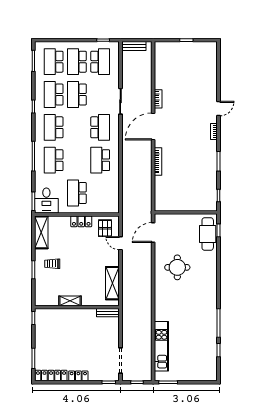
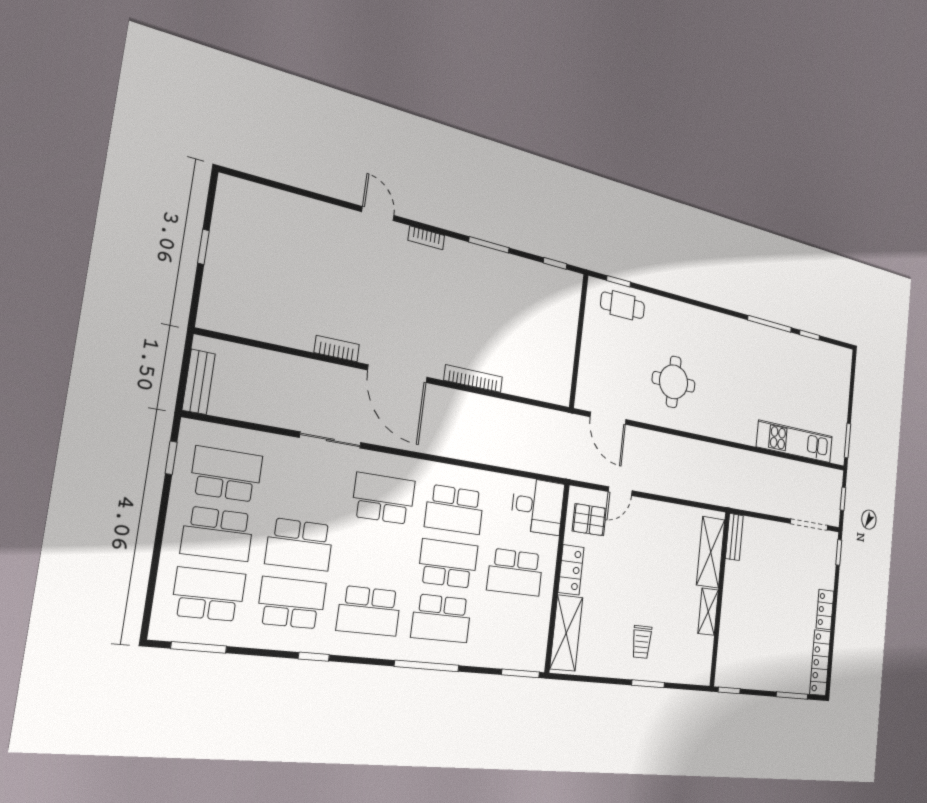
school desk: (54, 62) -> (209, 594), turned 180
school desk: (54, 95) -> (292, 603), turned 180
school desk: (77, 160) -> (448, 564), added
desk: (46, 200) -> (538, 506), moved
shelving: (41, 232) -> (566, 633), moved, turned 90
cafe table: (208, 234) -> (623, 305), width x0.73, depth x0.74
shelving: (112, 283) -> (711, 552), moved, turned 90

